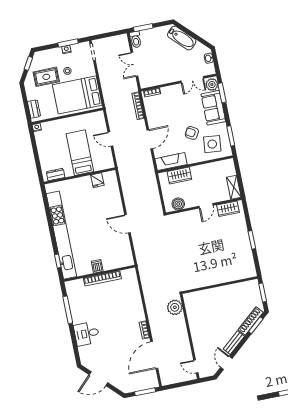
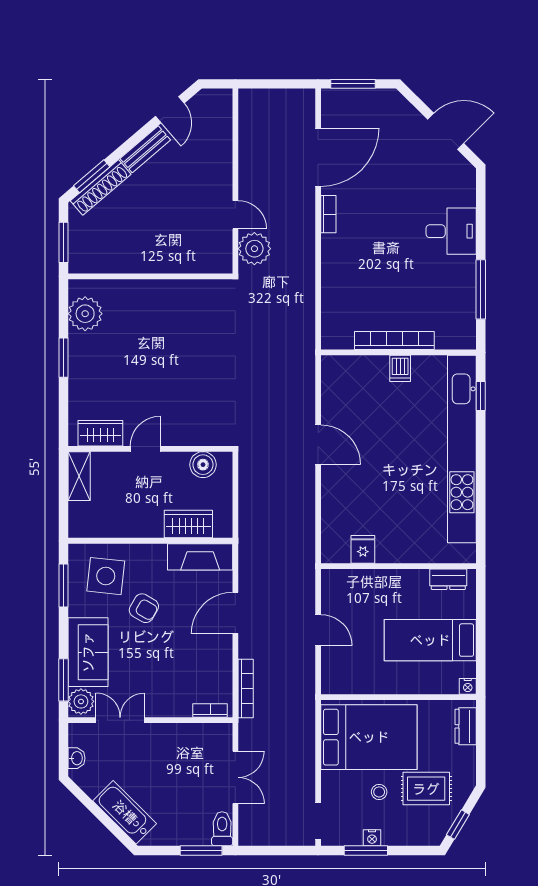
bed: (80, 153) -> (430, 640), moved, turned 90
plant: (246, 262) -> (85, 314), added
door: (196, 367) -> (235, 215), moved

